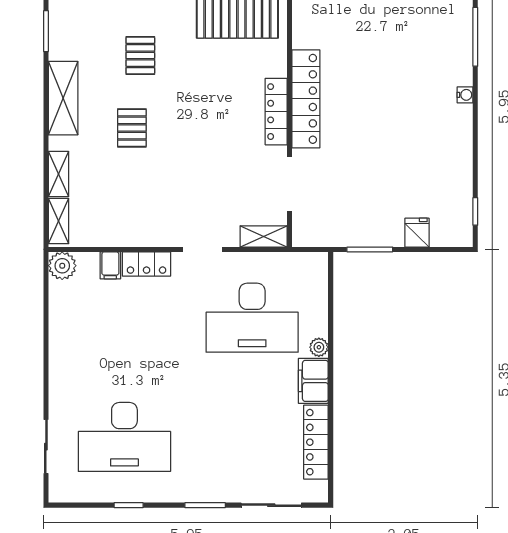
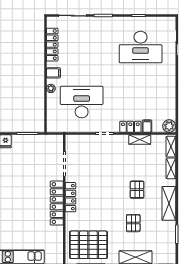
shelving: (264, 236) -> (140, 140), moved
filing cabinet: (313, 381) -> (53, 73), width x0.50
desk: (124, 437) -> (141, 47), turned 180

